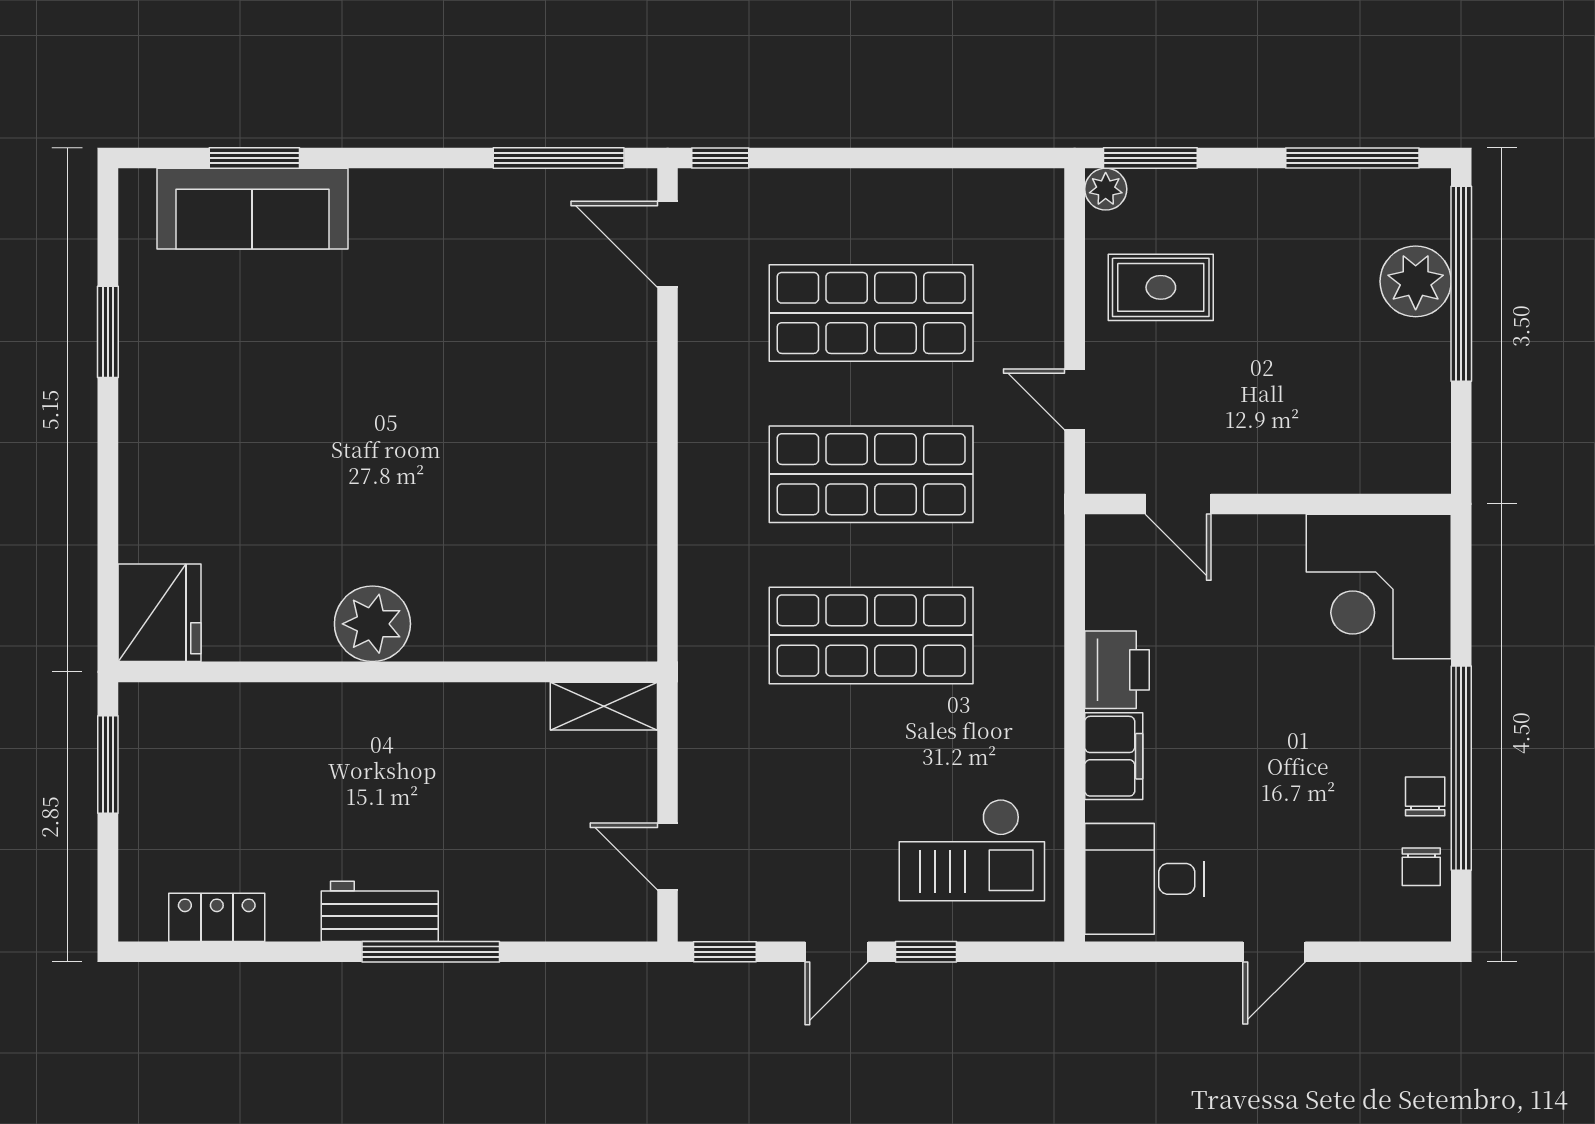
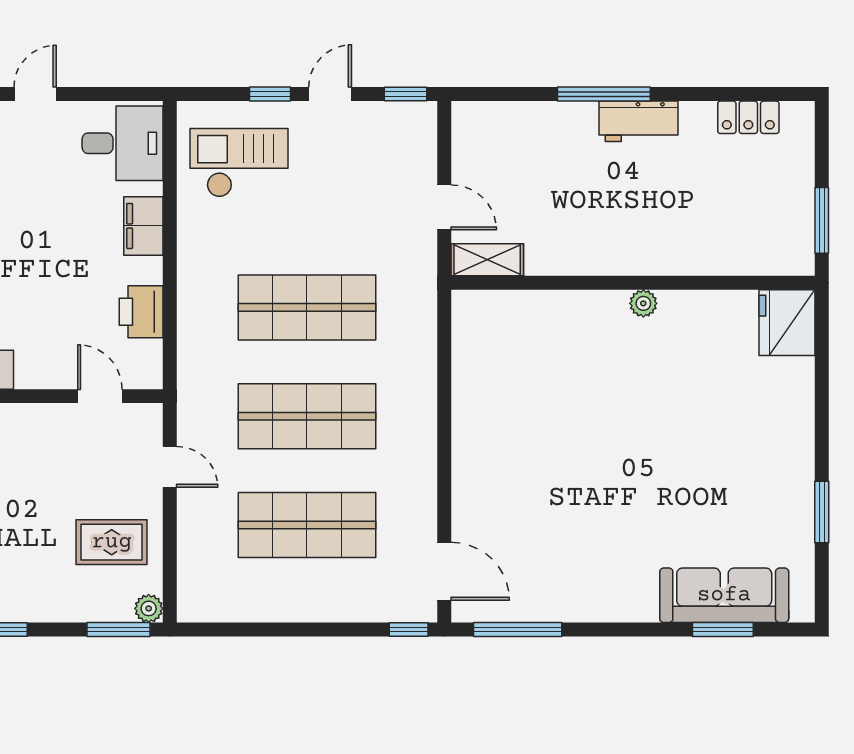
plant: (372, 624) -> (643, 303), width x0.53, depth x0.53
printer: (1117, 670) -> (141, 312), moved
door: (668, 856) -> (444, 207), moved

